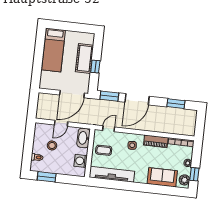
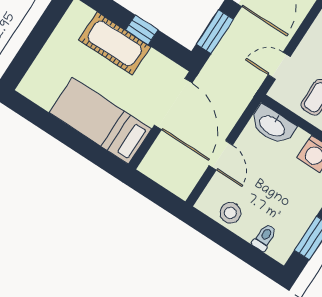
bed: (53, 50) -> (100, 121), moved, turned 180
door: (109, 129) -> (279, 66), hinge flipped
stool: (52, 145) -> (230, 213), moved

